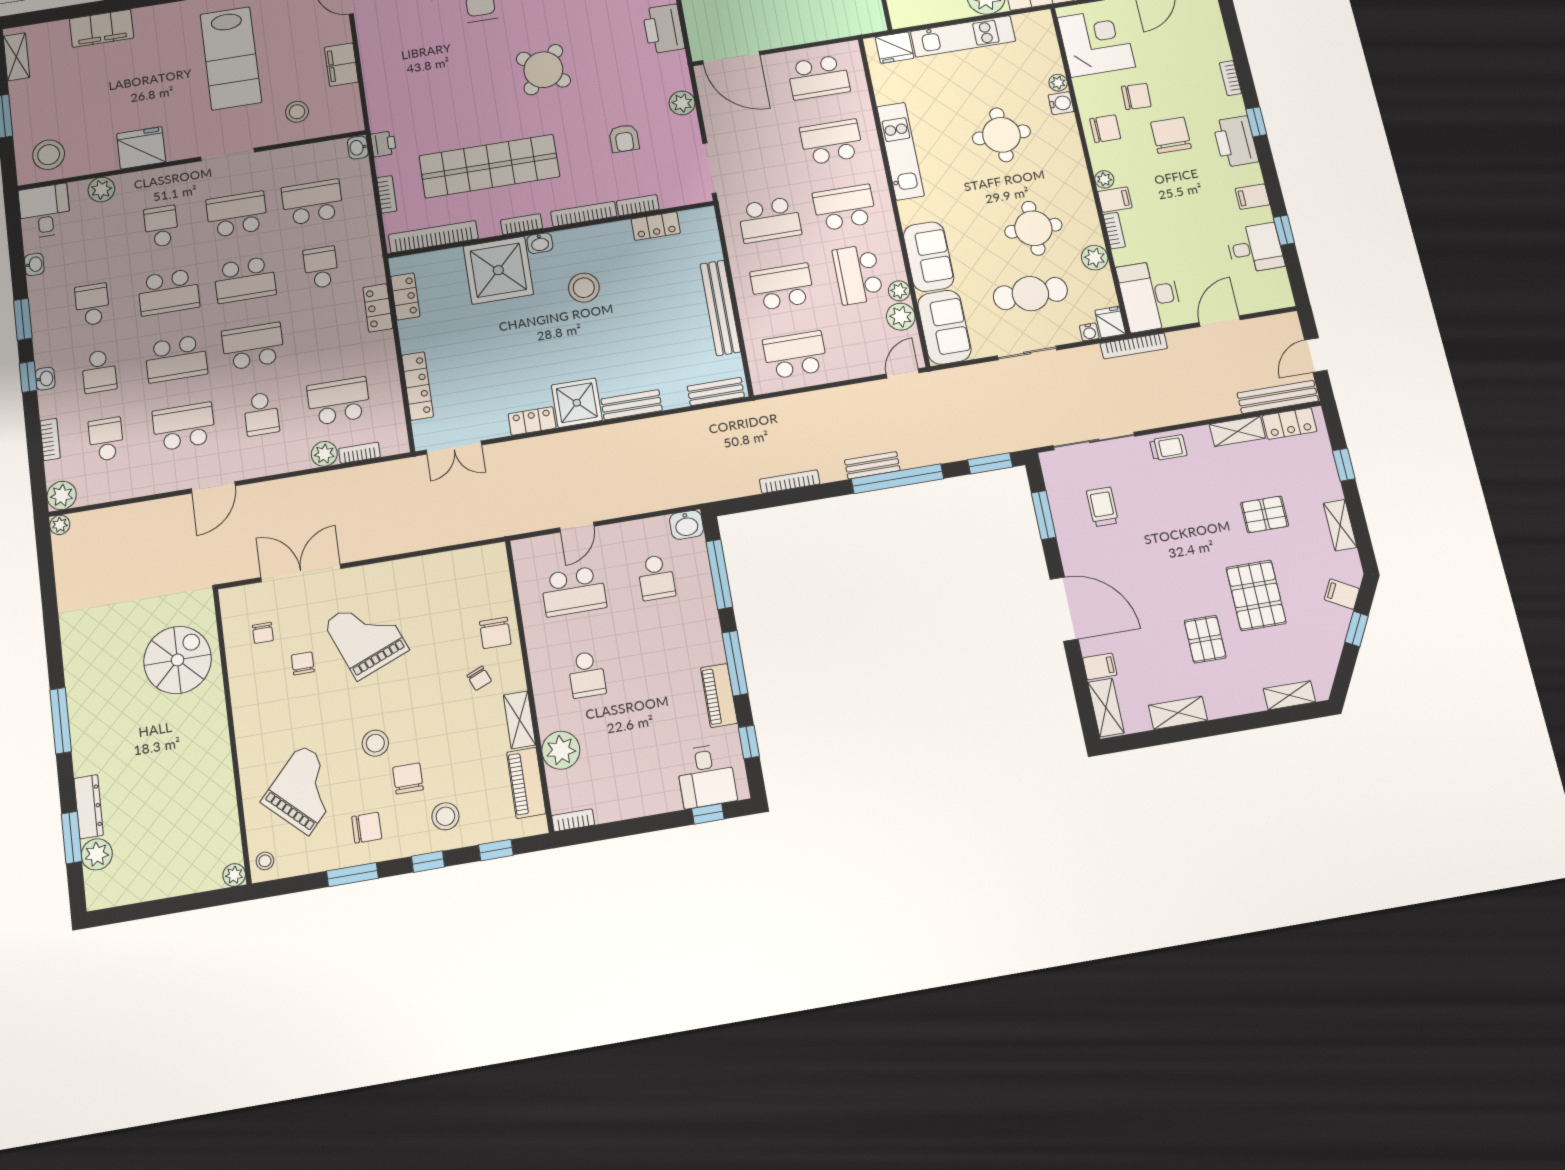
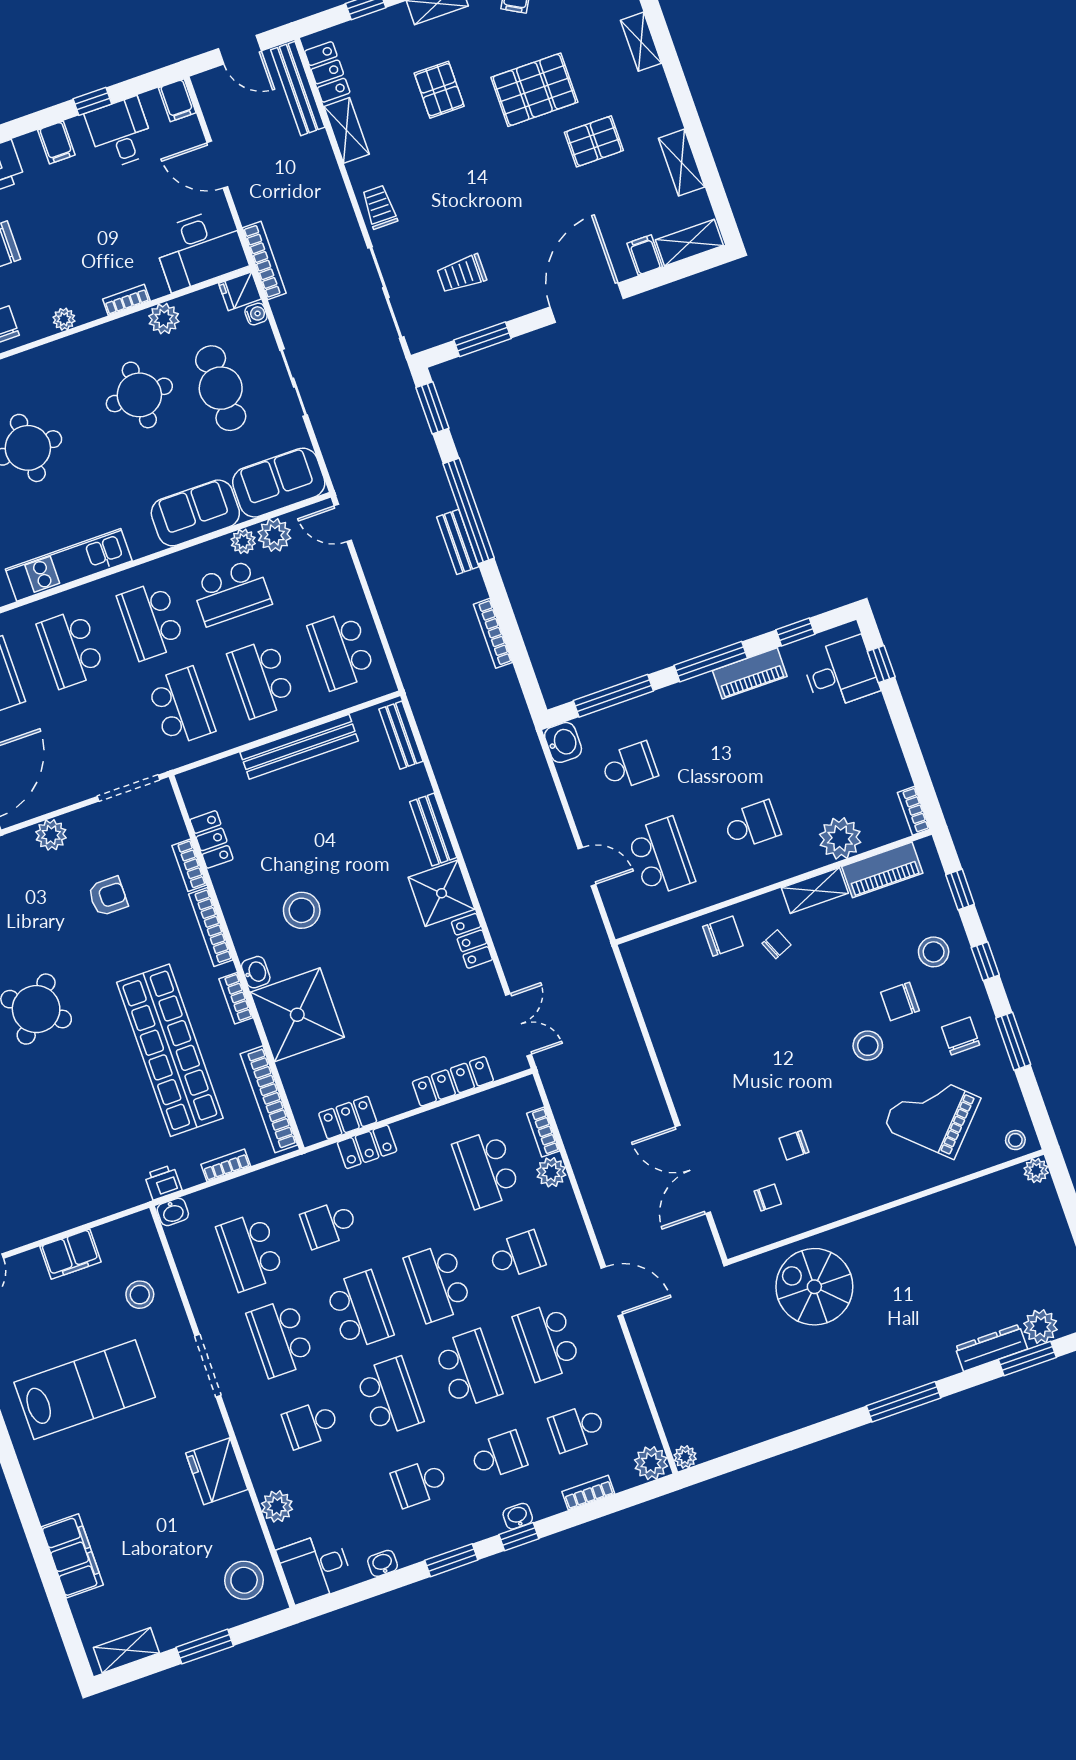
filing cabinet: (1115, 200) -> (177, 100), moved, turned 180
grand piano: (366, 636) -> (752, 1080), removed

